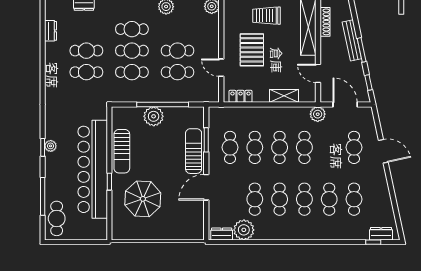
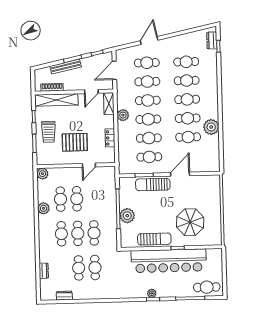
cafe table: (178, 72) -> (60, 199), moved
locker: (241, 96) -> (110, 138), moved
shelving: (284, 96) -> (109, 104), moved
plant: (318, 114) -> (123, 115), moved
cafe table: (329, 147) -> (147, 82), added
door: (206, 187) -> (180, 174), swing flipped
plant: (244, 230) -> (211, 127), moved
dresser: (222, 234) -> (215, 162), removed

